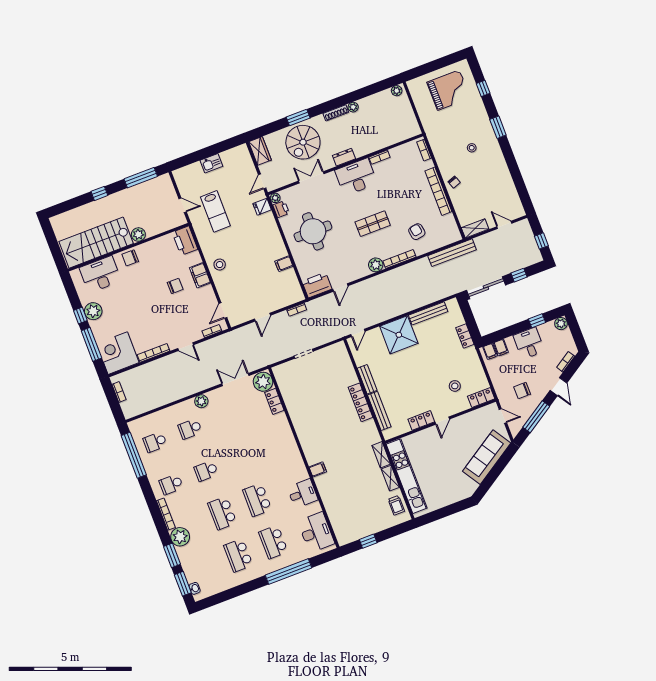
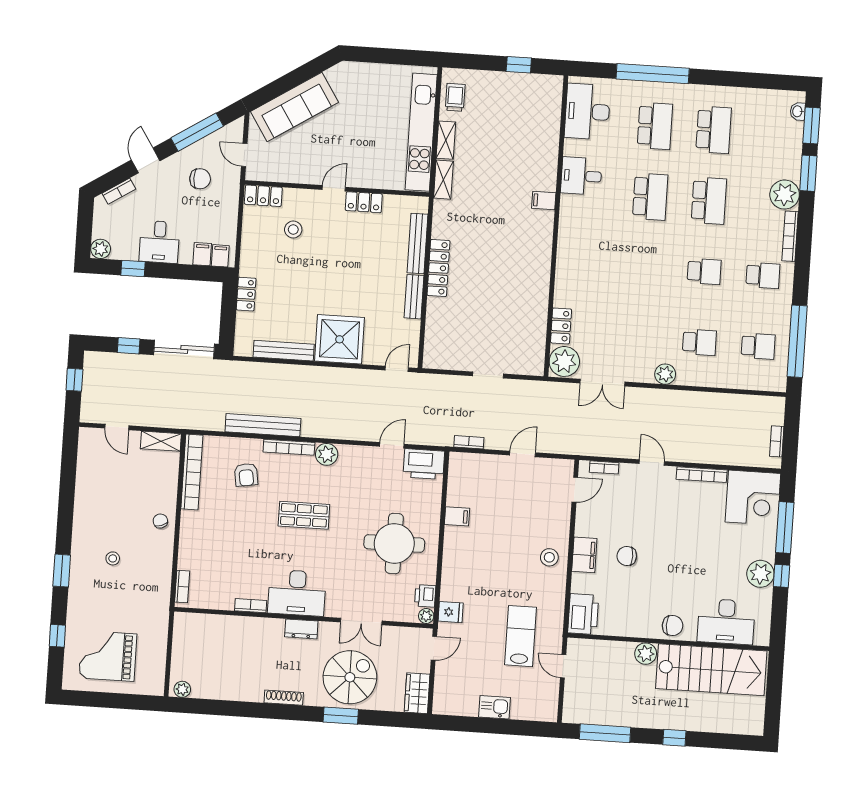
plant: (353, 107) -> (255, 694), removed
bookcase: (438, 191) -> (192, 472), moved
bench: (452, 253) -> (263, 425), moved

